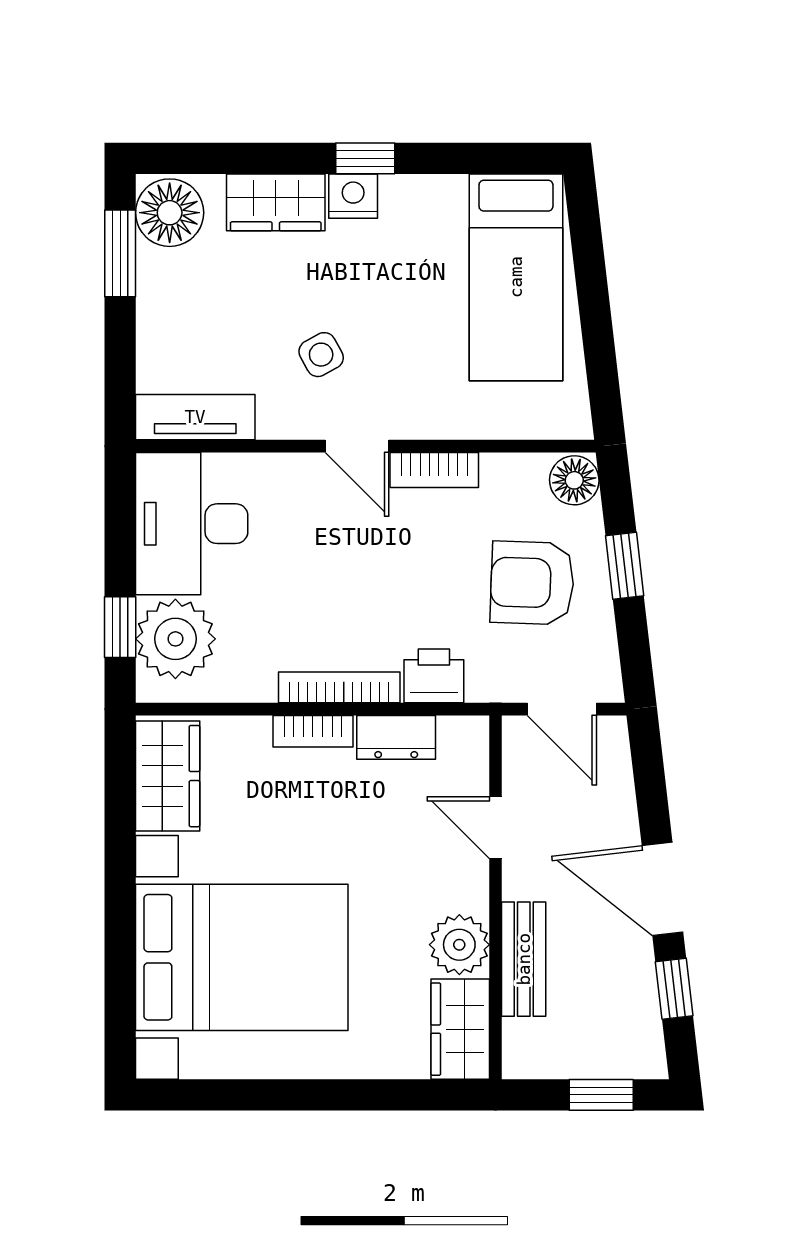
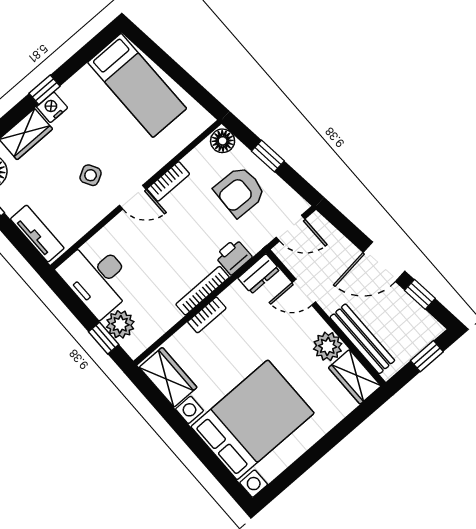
tv unit: (195, 417) -> (37, 234), moved, turned 90
plant: (175, 639) -> (120, 324), width x0.73, depth x0.73
dresser: (396, 737) -> (259, 274), moved
bench: (524, 959) -> (362, 339), width x1.36

